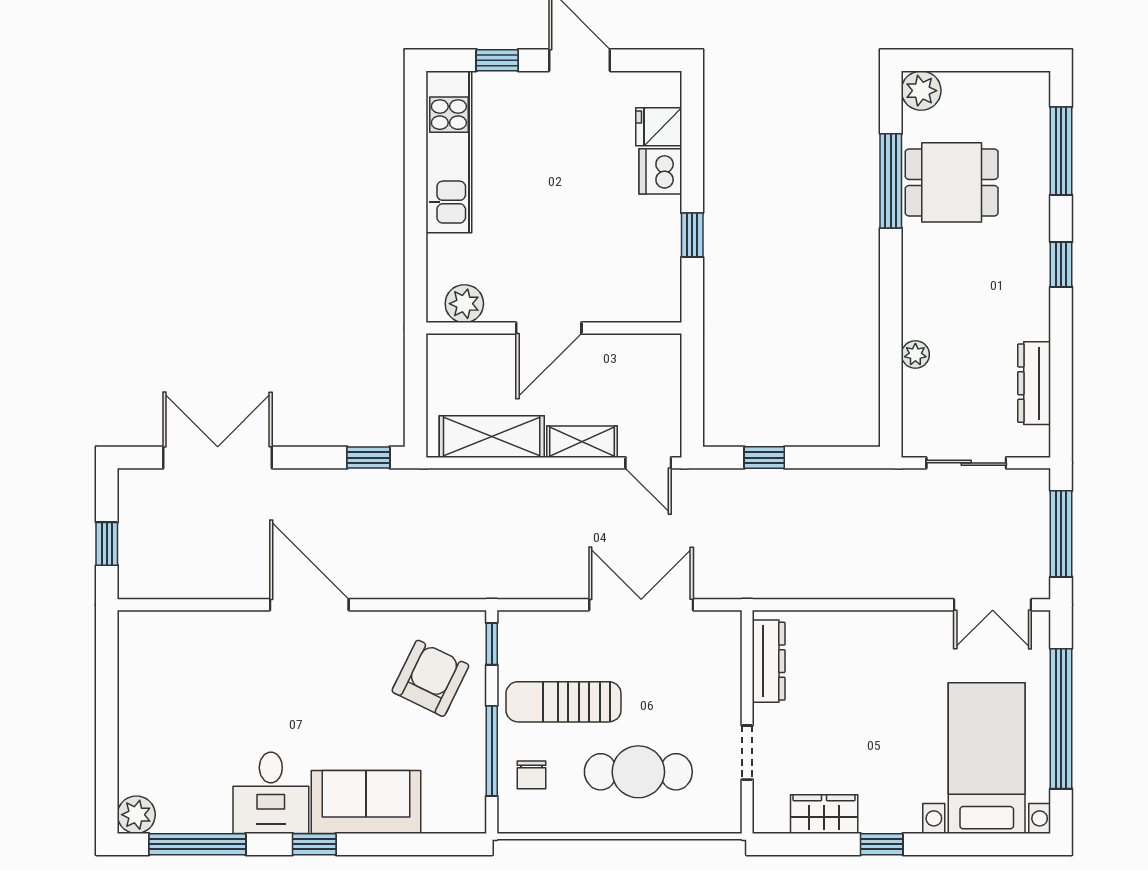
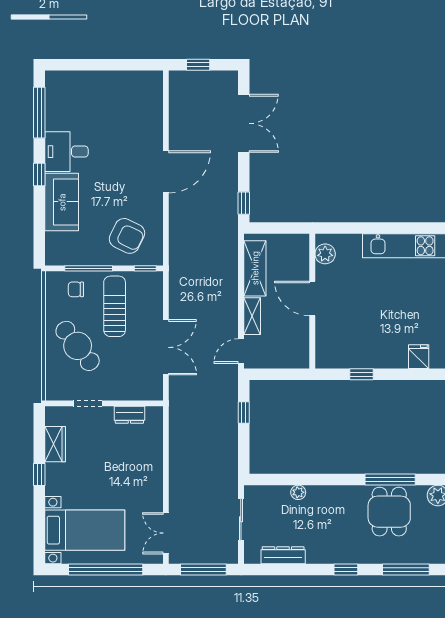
dishwasher: (660, 171) -> (395, 357), removed
dresser: (769, 661) -> (129, 415), width x0.70
cafe table: (638, 772) -> (78, 346), turned -38
plant: (136, 815) -> (55, 80), removed

